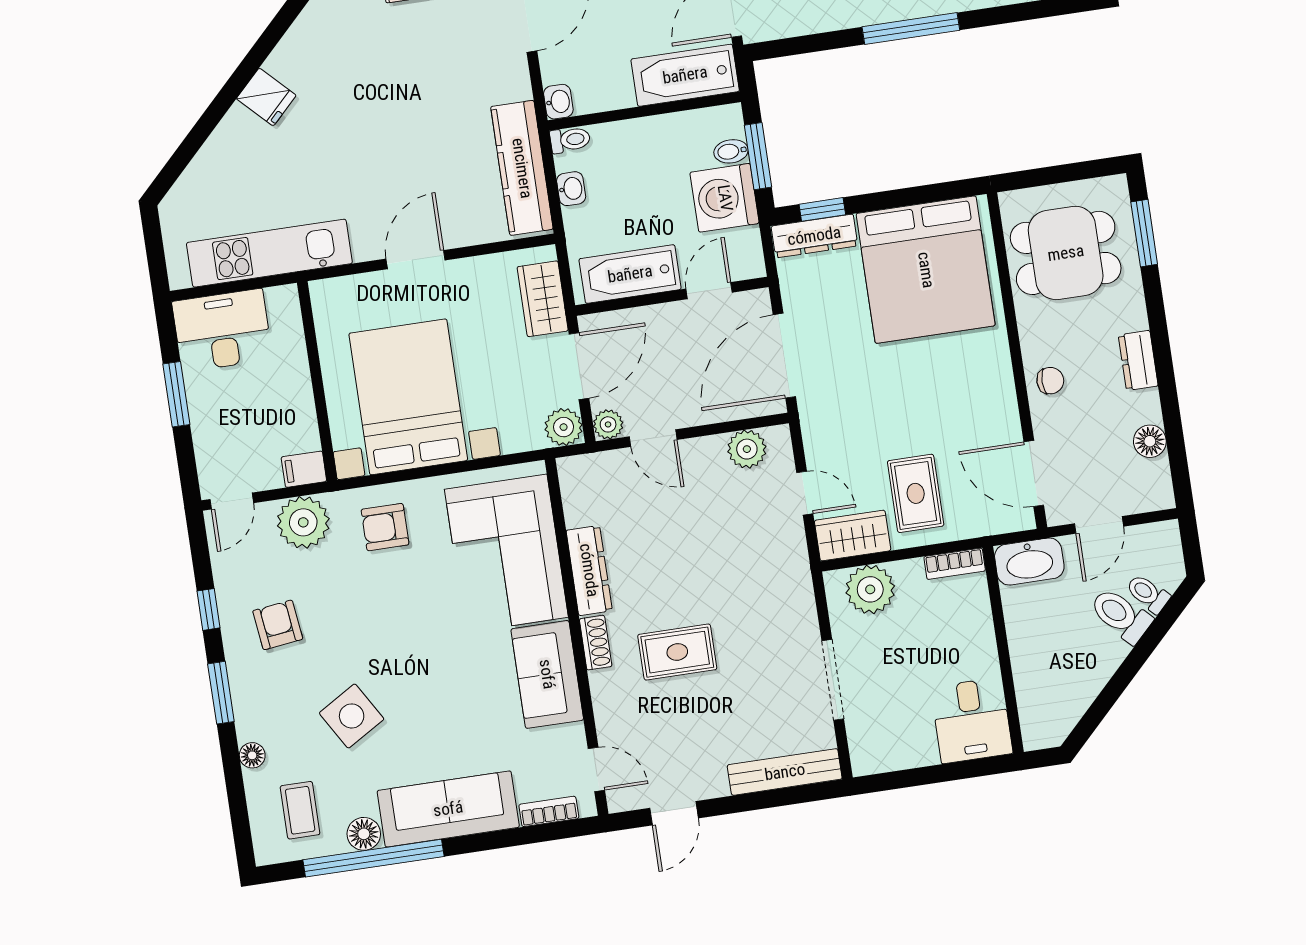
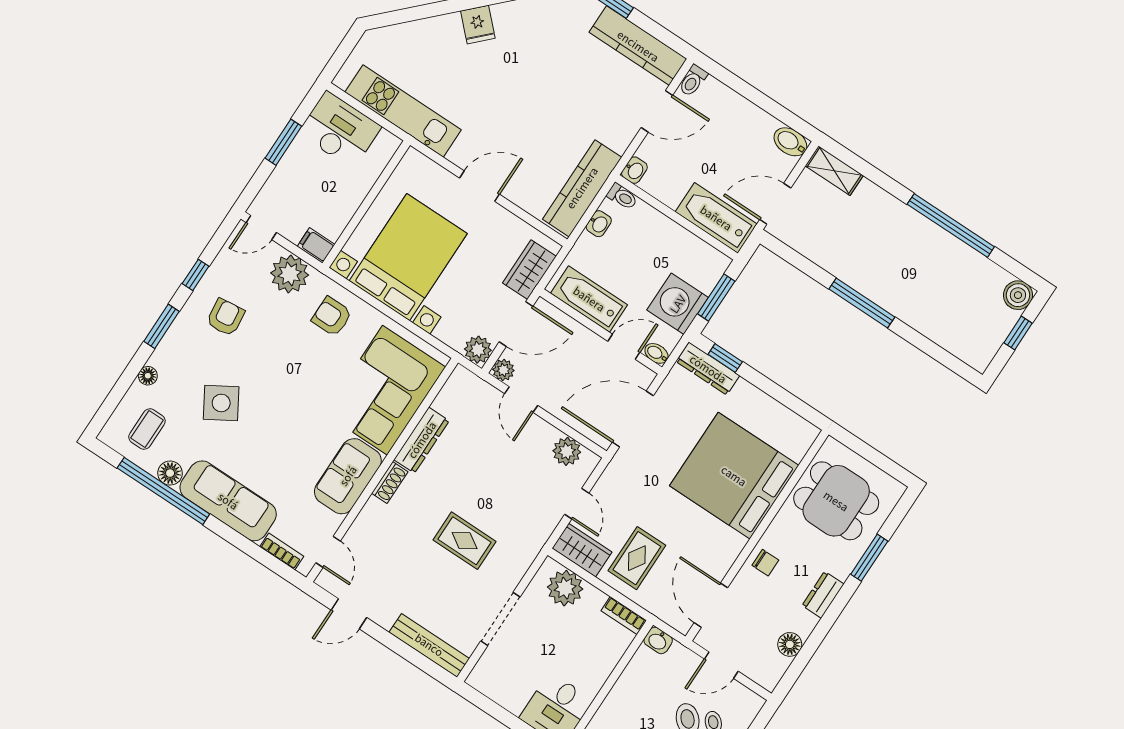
bidet: (731, 151) -> (656, 353), moved
window: (1144, 233) -> (869, 558), moved
bed: (926, 270) -> (734, 476), moved, turned 90
washbasin: (1029, 562) -> (658, 640), width x0.52, depth x0.69
rug: (677, 652) -> (465, 541), moved

